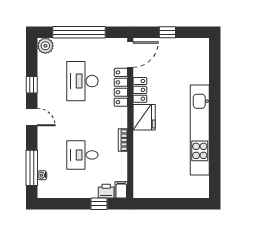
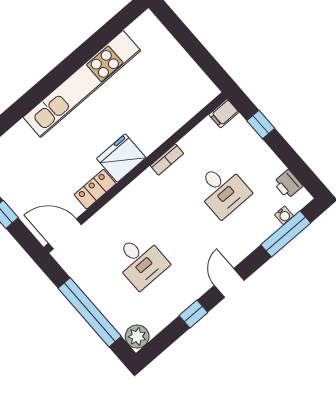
desk: (82, 81) -> (141, 261), width x0.73
locker: (121, 87) -> (110, 213), removed
printer: (106, 191) -> (288, 184), moved

